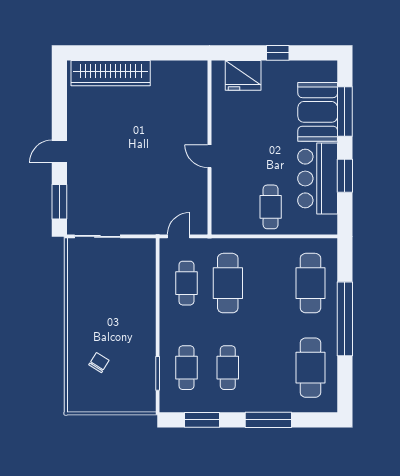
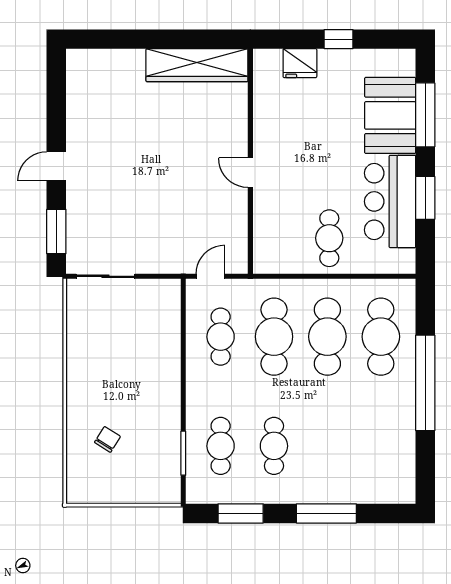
wardrobe: (111, 73) -> (197, 65), moved
fridge: (243, 75) -> (300, 63), width x0.73, depth x0.75
cafe table: (310, 368) -> (327, 337), moved

